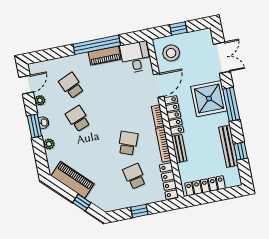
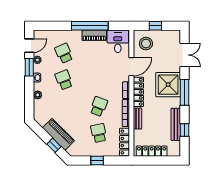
window: (34, 126) -> (29, 67), moved
piano: (73, 180) -> (58, 134), moved

